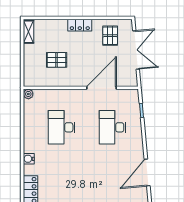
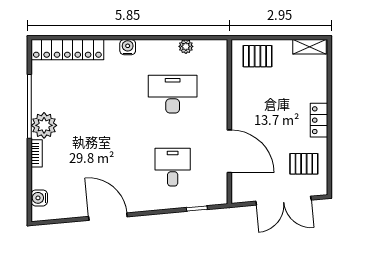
pallet: (57, 60) -> (258, 56), moved, turned 90
plant: (28, 94) -> (186, 46), moved
desk: (113, 127) -> (173, 167), width x0.73

